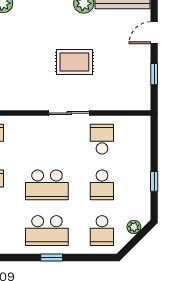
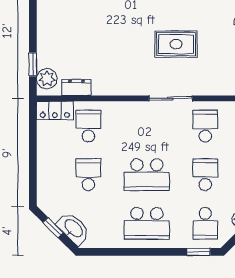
school desk: (102, 185) -> (205, 175), turned 180
window: (52, 257) -> (199, 252), moved

